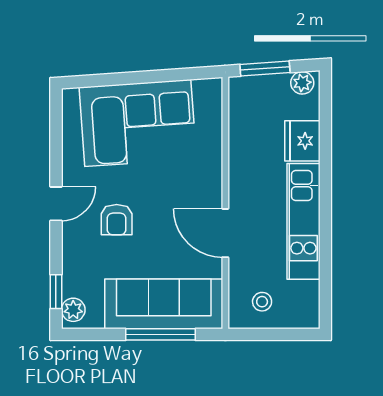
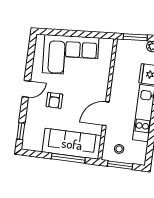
door: (225, 233) -> (106, 114), hinge flipped
plant: (73, 310) -> (28, 141), removed
window: (268, 334) -> (120, 165), added

